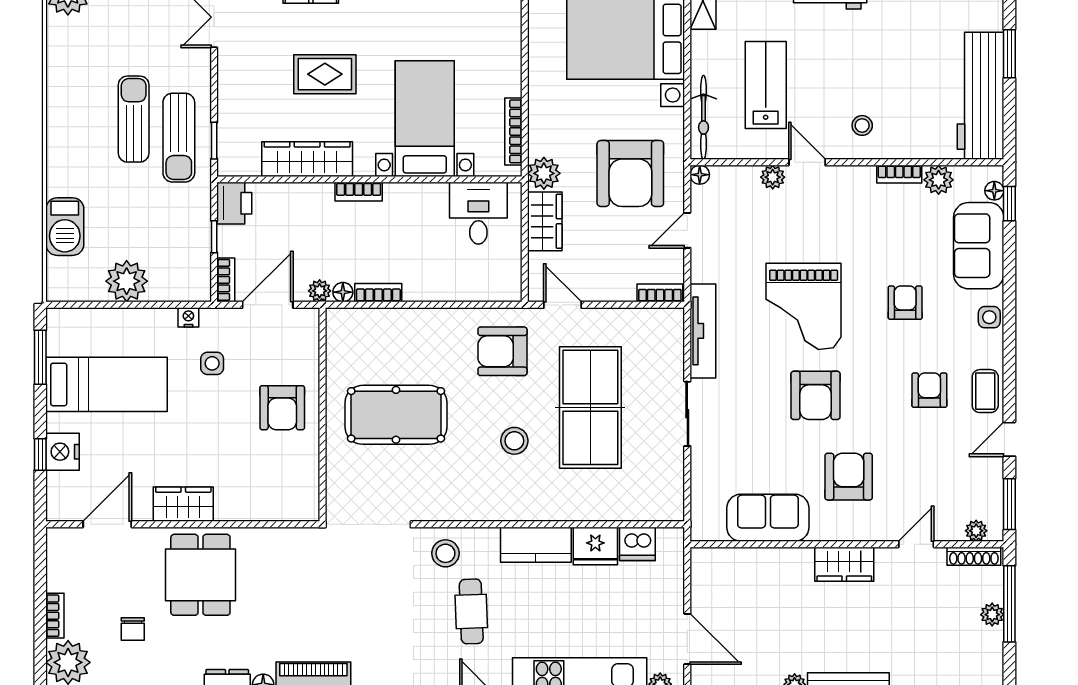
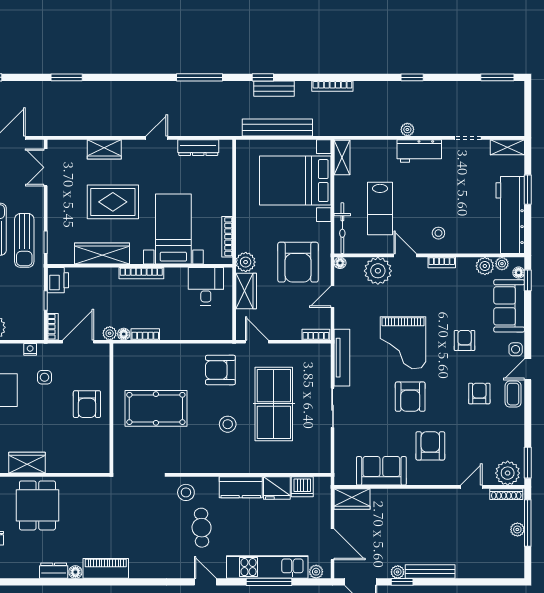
rug: (325, 74) -> (113, 202), width x1.36, depth x1.43
lab bench: (766, 85) -> (380, 209), turned 180
bookcase: (899, 174) -> (442, 263), moved
plant: (967, 176) -> (502, 264), added
plant: (773, 177) -> (378, 271), width x1.87, depth x1.87
bookcase: (359, 192) -> (141, 273), width x1.56
door: (1009, 439) -> (528, 369), moved
plant: (976, 531) -> (508, 473), width x1.87, depth x1.87
wardrobe: (844, 564) -> (352, 499), moved

